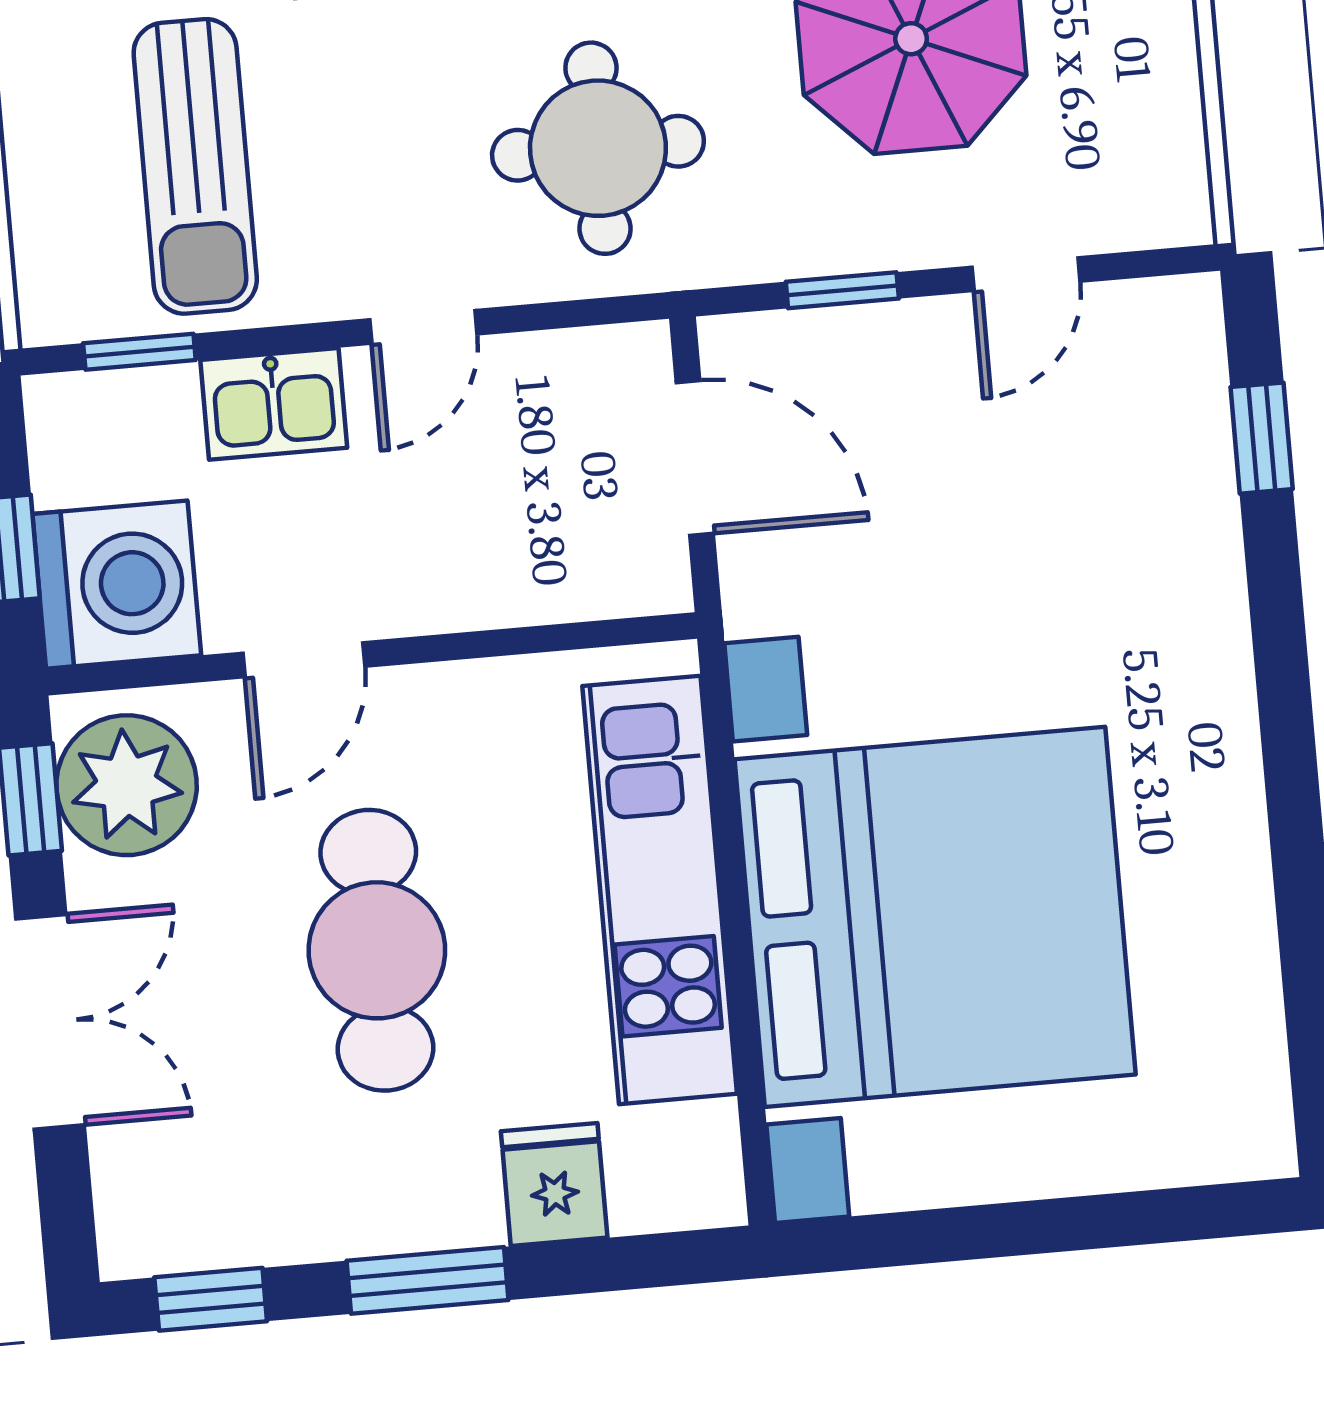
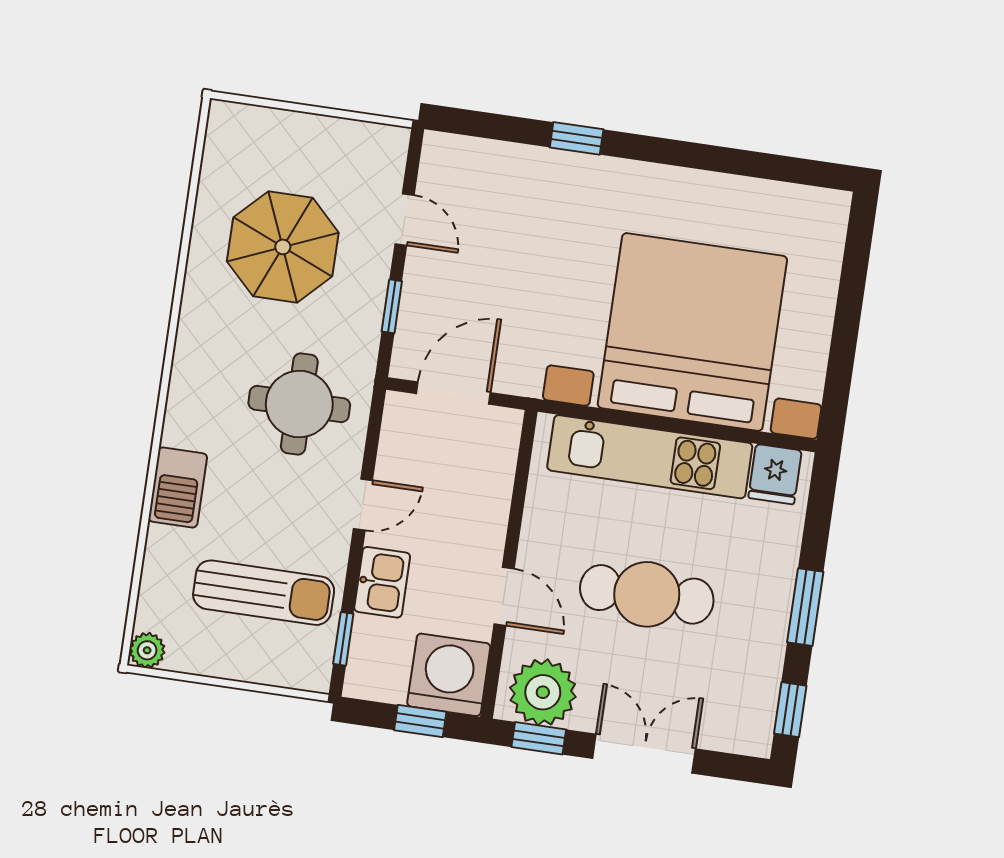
door: (423, 327) -> (363, 505), hinge flipped
window: (1262, 438) -> (577, 138), moved
fridge: (554, 1184) -> (775, 474), moved, turned -90

